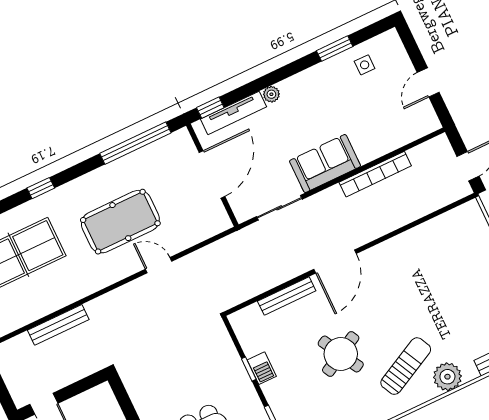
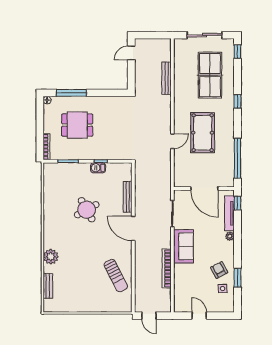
armchair: (336, 85) -> (219, 270), added
sun lounger: (406, 366) -> (116, 276), moved

